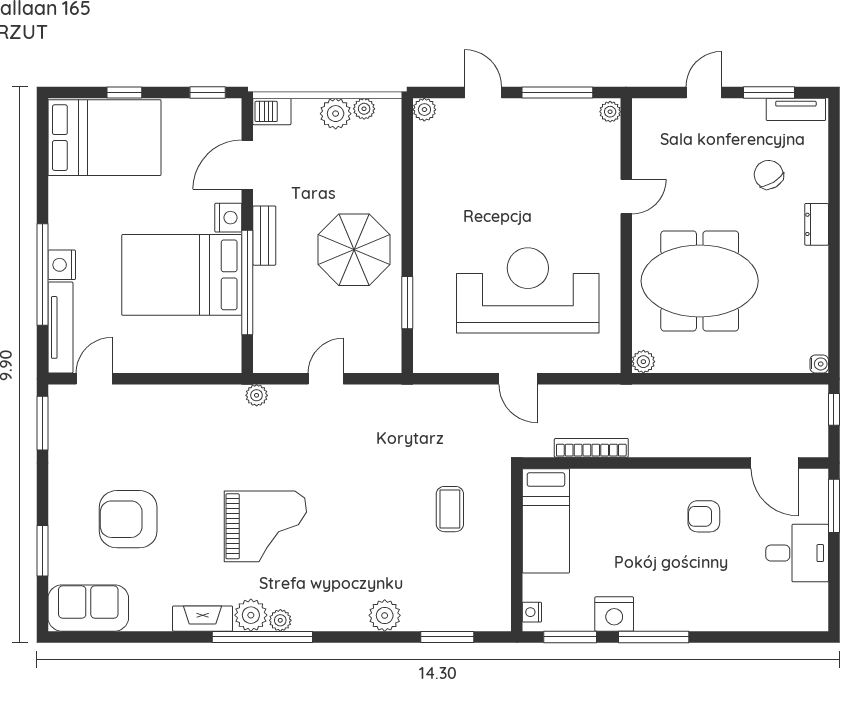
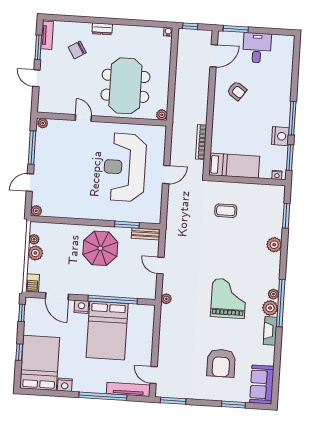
bench: (264, 236) -> (146, 234), moved
nightstand: (62, 265) -> (65, 385), moved
armchair: (704, 516) -> (237, 91), turned -55

